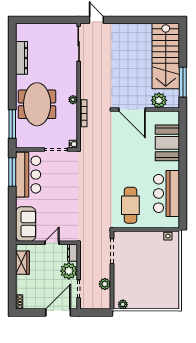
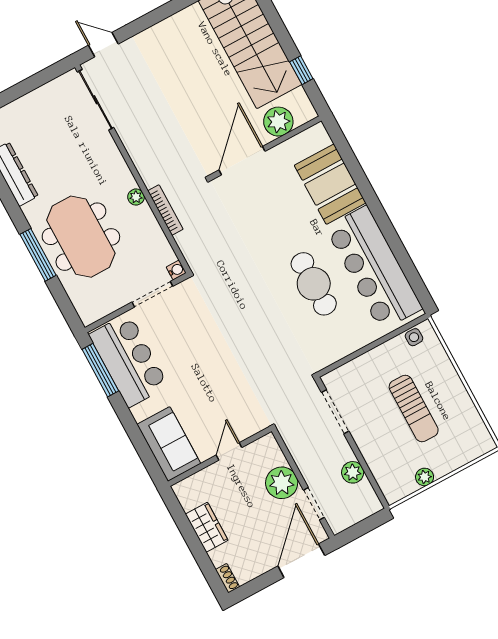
window: (183, 82) -> (301, 70), width x0.46
door: (132, 110) -> (242, 161), swing flipped
window: (12, 124) -> (38, 255), moved
bar counter: (167, 193) -> (374, 268), width x1.36
cafe table: (130, 205) -> (314, 284), moved
dresser: (72, 253) -> (272, 450), removed
wardrobe: (22, 263) -> (207, 527), moved
sun lounger: (150, 269) -> (414, 409), added
plant: (123, 304) -> (425, 477), moved

